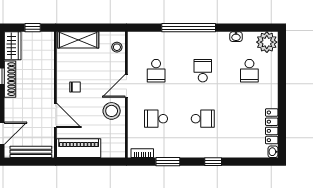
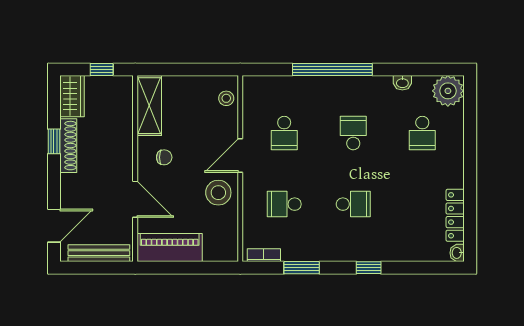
shelving: (78, 40) -> (149, 106), moved, turned 90

